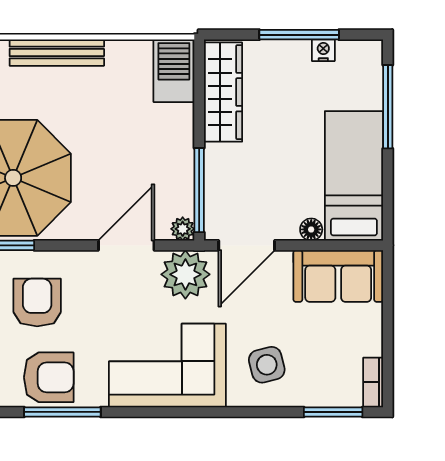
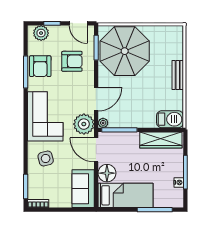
bench: (57, 53) -> (178, 75), width x0.73
floor lamp: (311, 229) -> (107, 173), width x1.89, depth x1.89
door: (126, 245) -> (96, 99), hinge flipped

